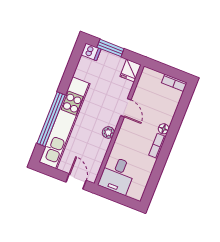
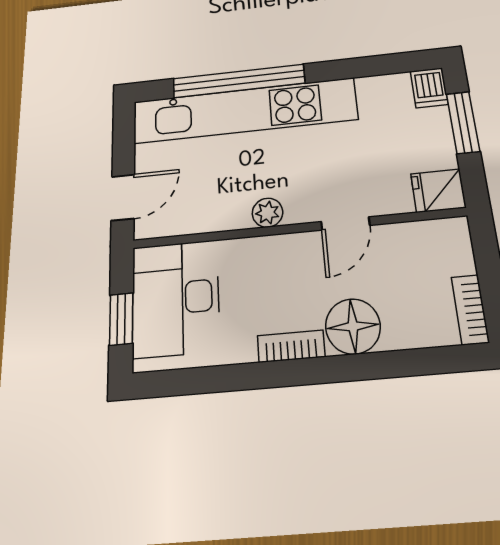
floor lamp: (164, 129) -> (353, 326), width x1.89, depth x1.89
desk: (117, 175) -> (175, 298), width x1.37
window: (120, 199) -> (121, 319), added

